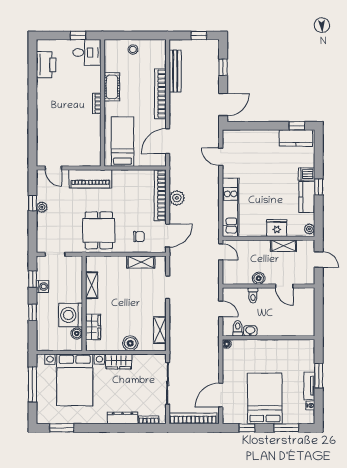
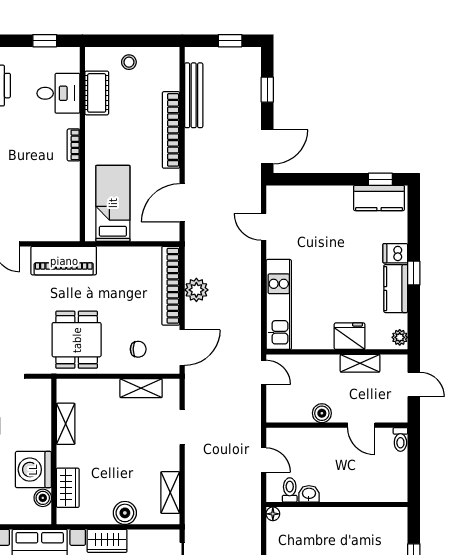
desk: (87, 52) -> (58, 93), moved
cot: (112, 87) -> (97, 93), moved
toilet: (253, 295) -> (400, 439), moved

